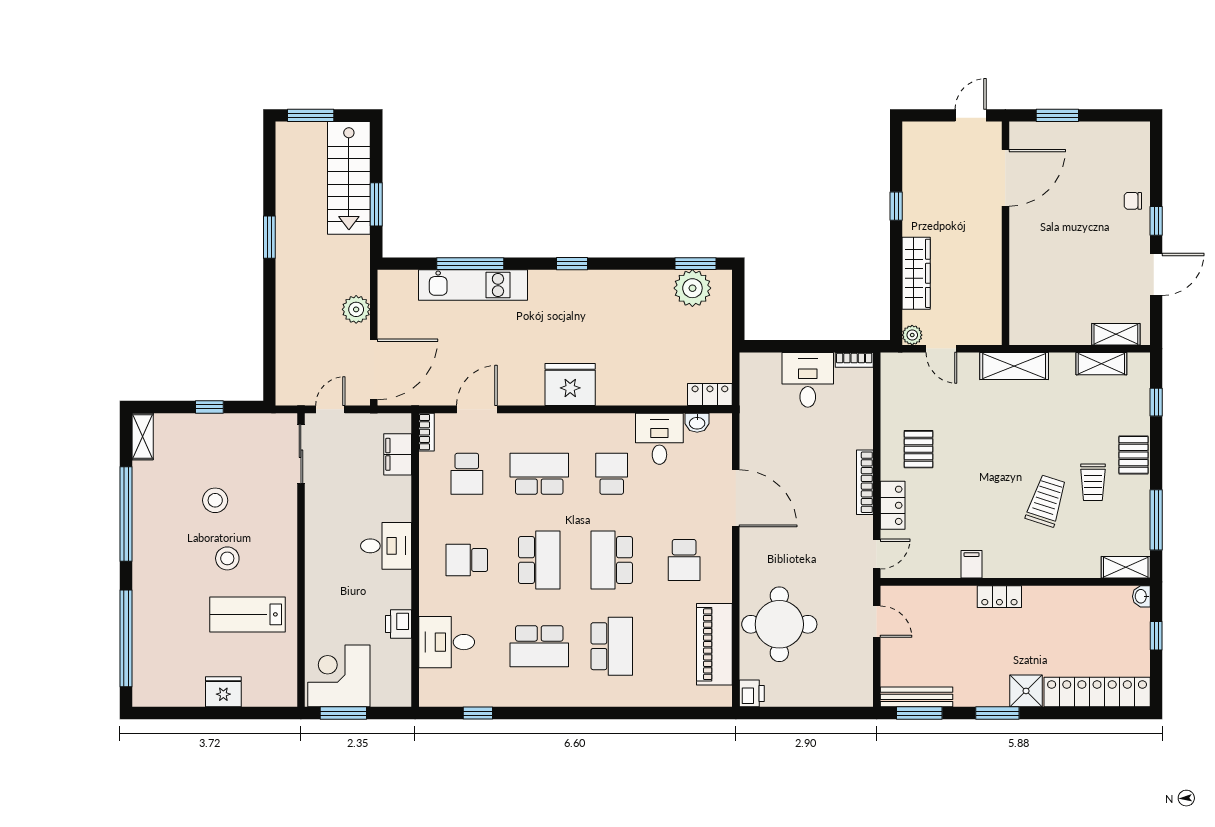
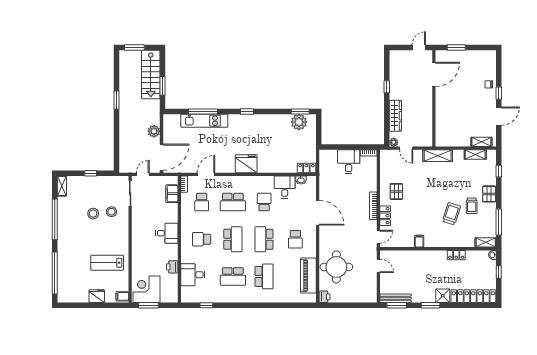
school desk: (539, 474) -> (233, 202), turned 180
stool: (227, 558) -> (111, 212), moved
locker: (999, 597) -> (456, 255), moved
filing cabinet: (283, 692) -> (122, 296), added

